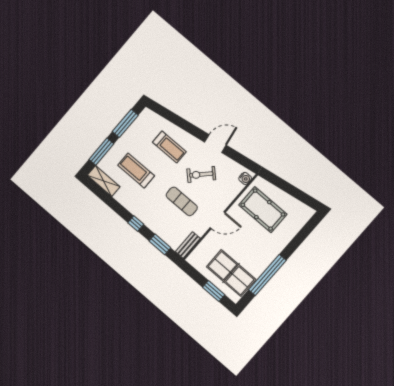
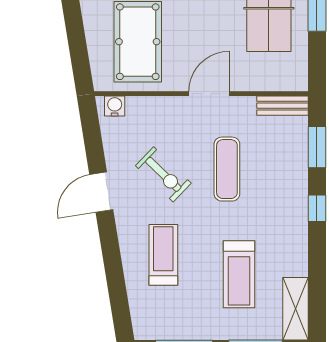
door: (215, 144) -> (101, 192), hinge flipped
door: (218, 220) -> (209, 94), hinge flipped

